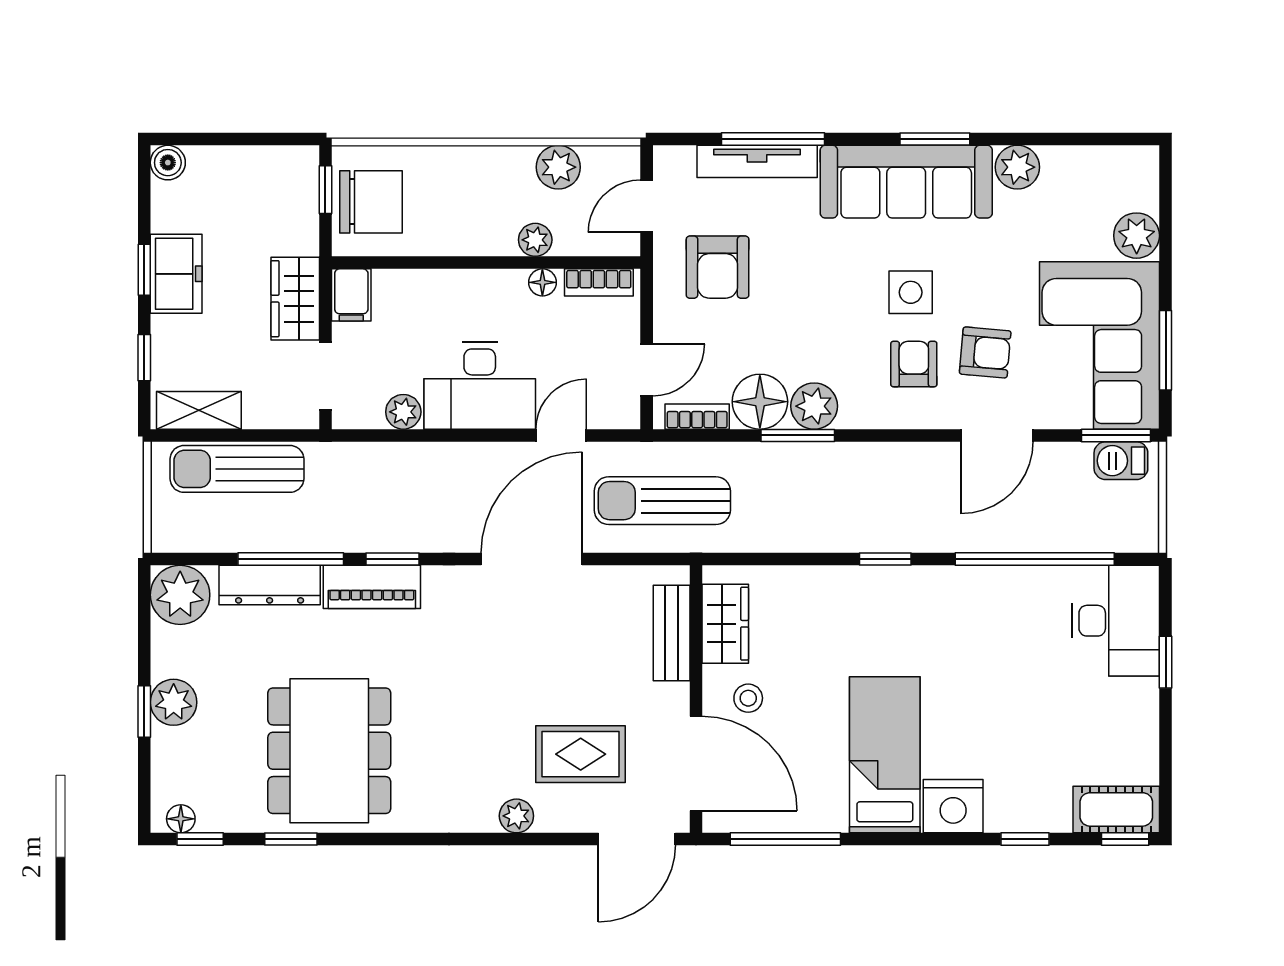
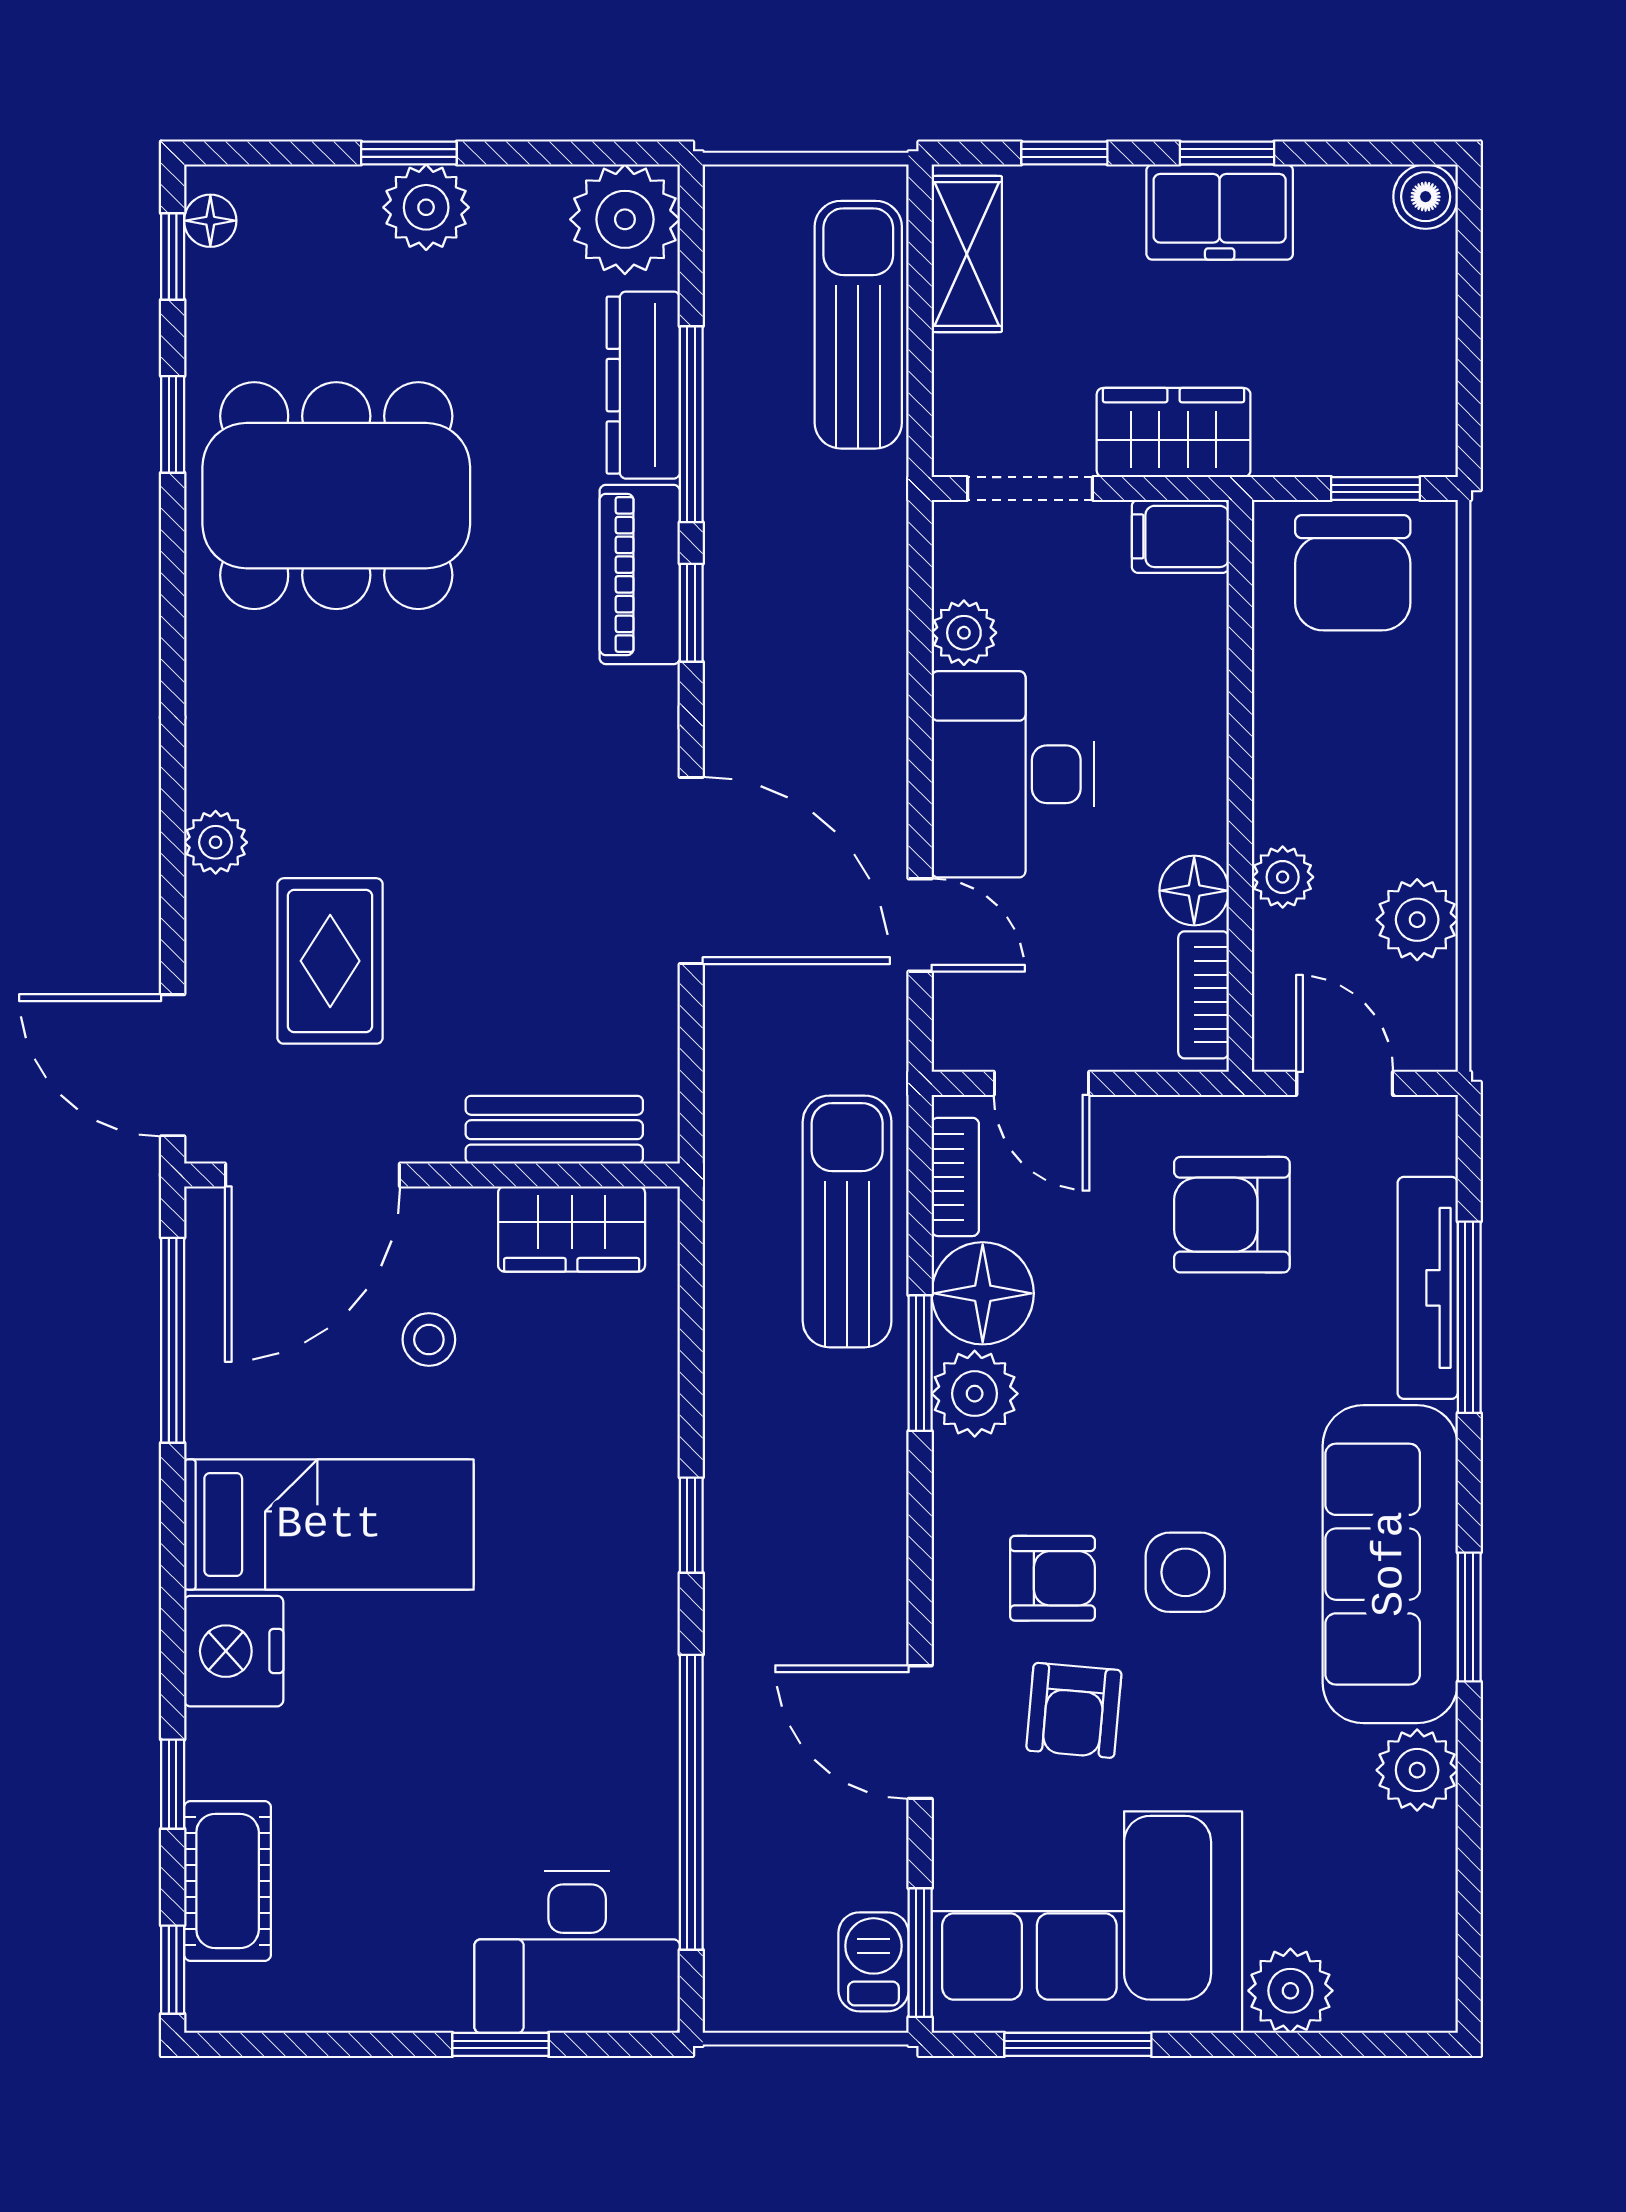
floor lamp: (542, 282) -> (1194, 891), width x1.37, depth x1.37
sun lounger: (662, 501) -> (847, 1221), moved
stool: (748, 698) -> (429, 1340), moved
cot: (1116, 809) -> (228, 1881), moved

